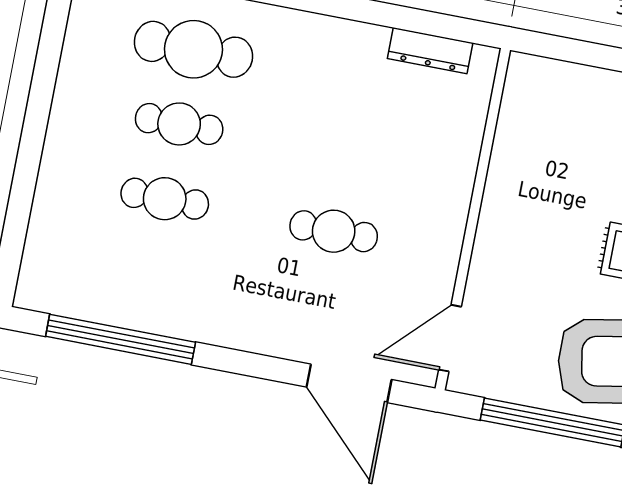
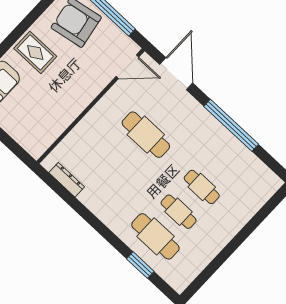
cafe table: (334, 231) -> (146, 135), width x1.37, depth x1.35
window: (121, 339) -> (231, 125), moved

